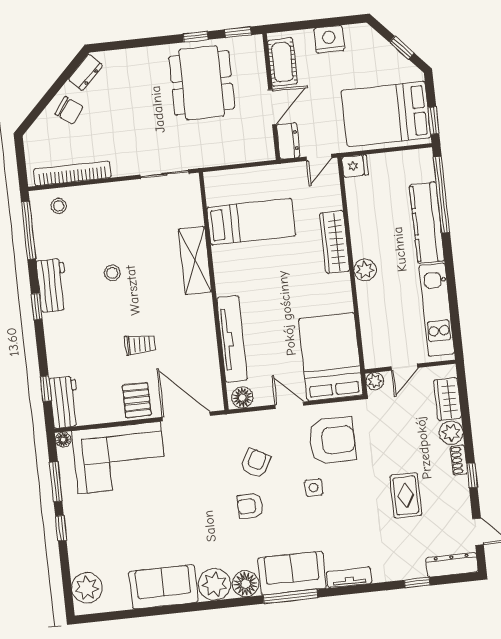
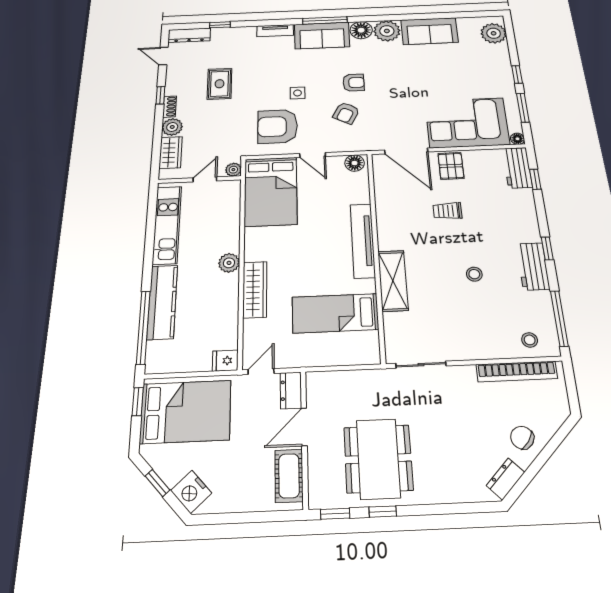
nightstand: (329, 39) -> (191, 492), moved, turned 47
tv unit: (232, 339) -> (363, 241), moved

